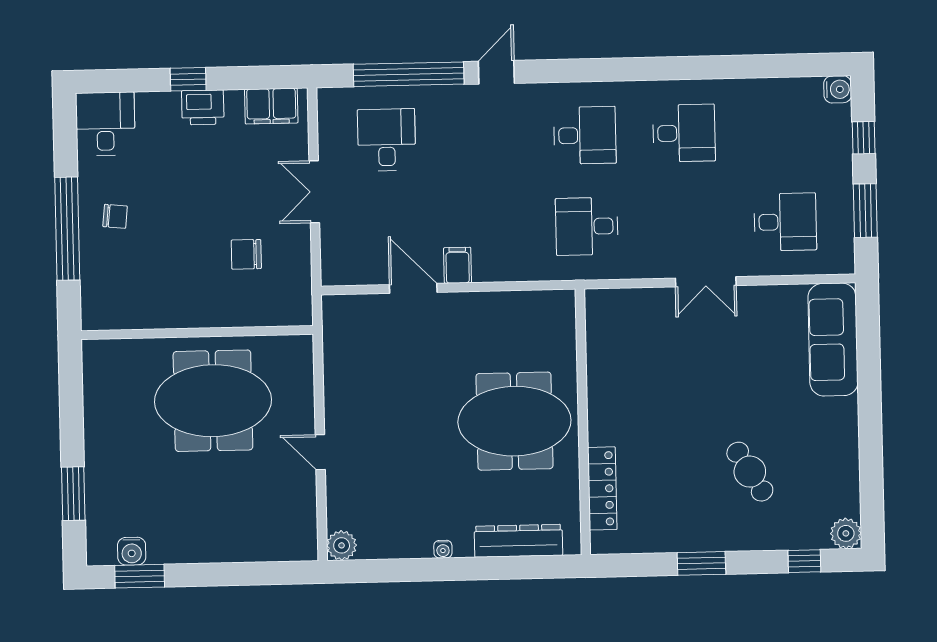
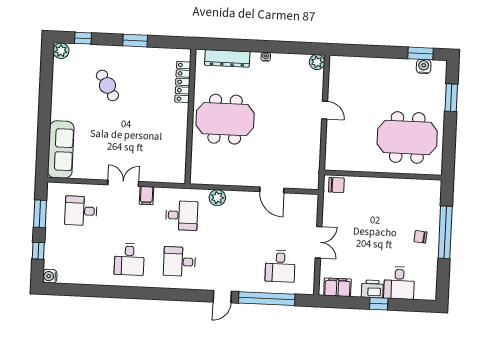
desk: (105, 124) -> (399, 283), moved
desk: (684, 133) -> (129, 259), turned -90
chair: (246, 254) -> (336, 185), moved
filing cabinet: (458, 265) -> (146, 195), moved
plant: (519, 266) -> (217, 198), added
meeting table: (213, 401) -> (407, 137), moved

